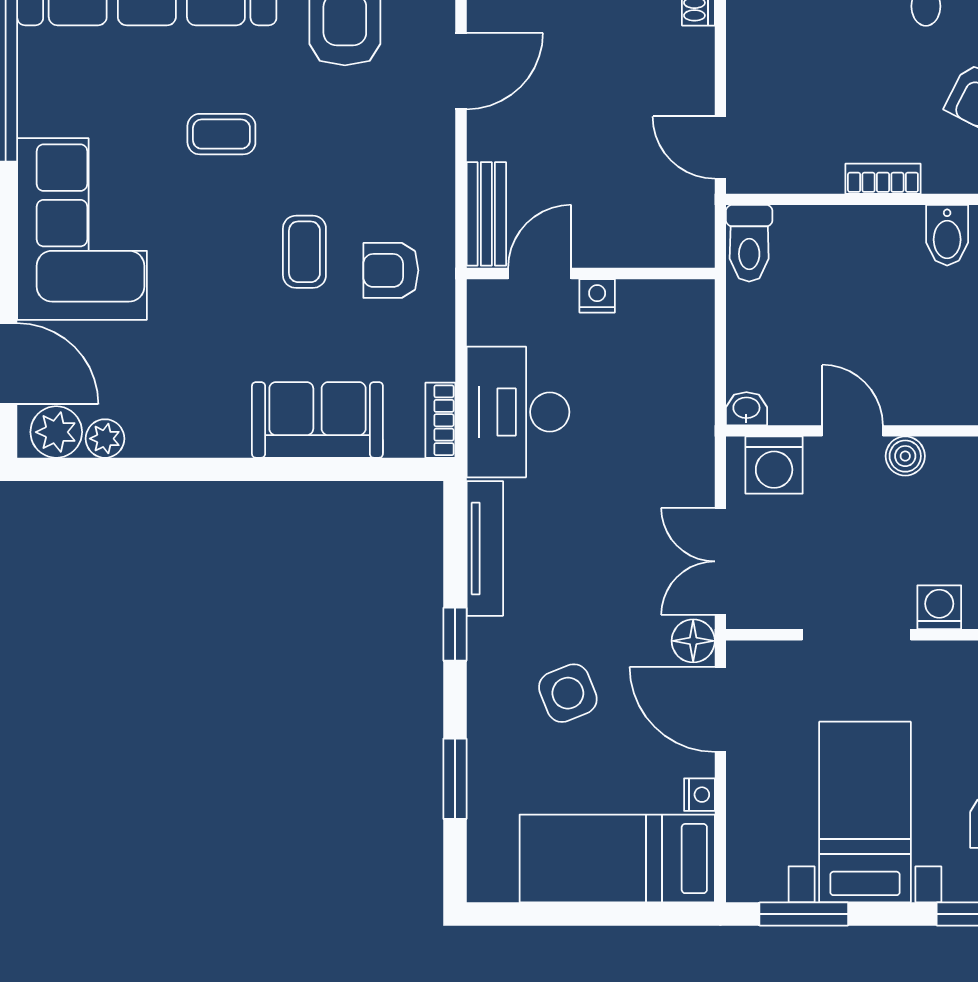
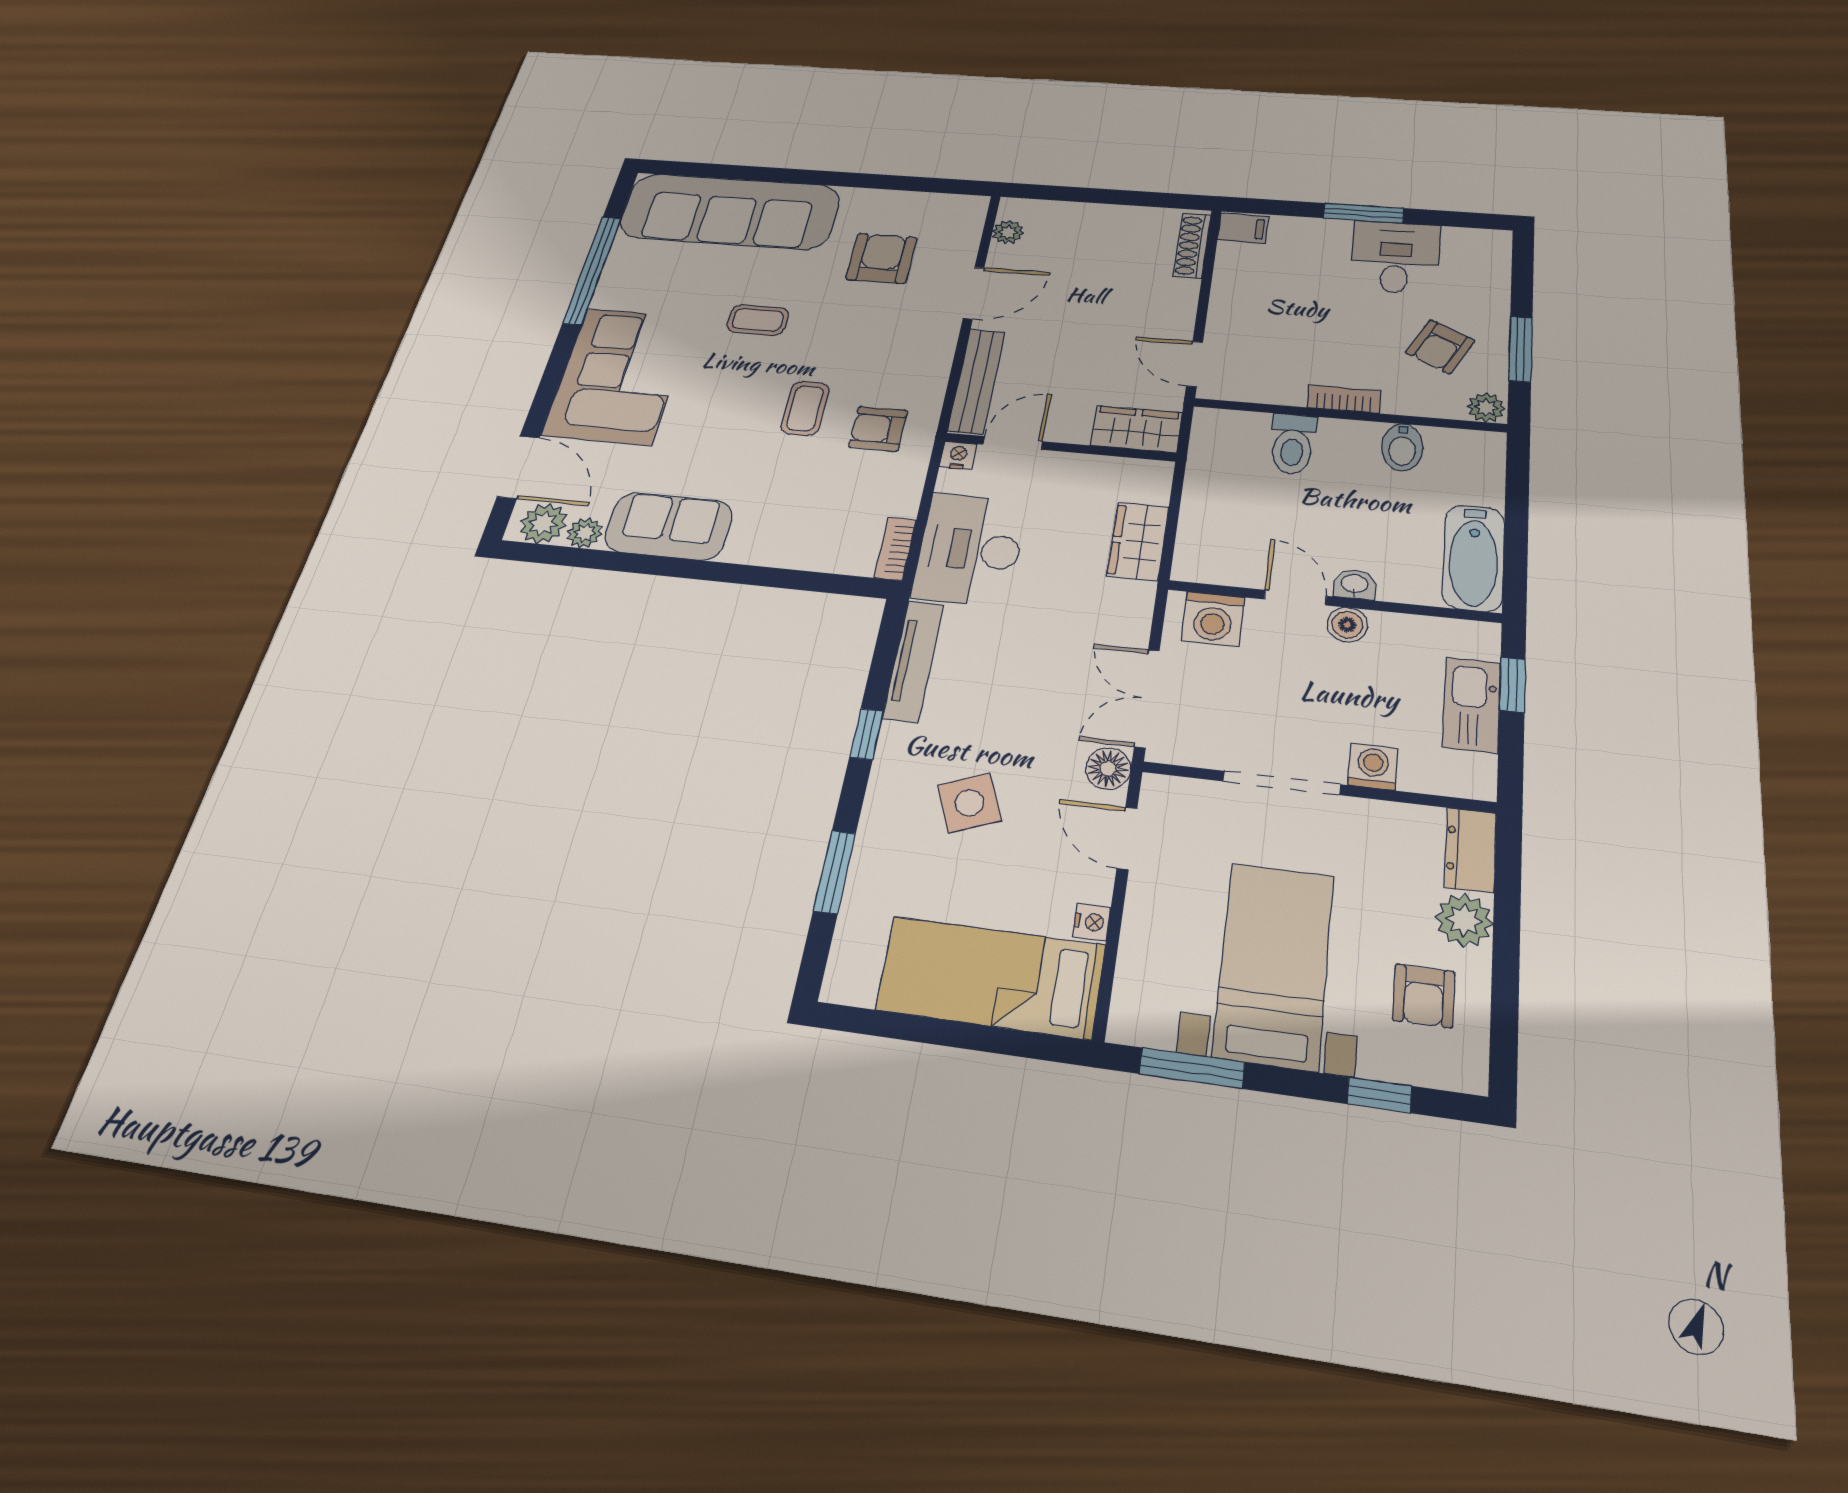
bench: (486, 214) -> (977, 381), width x1.36
wardrobe: (669, 241) -> (1137, 429), added
toilet: (749, 243) -> (1292, 444), moved
nightstand: (597, 296) -> (958, 455), moved
wardrobe: (689, 383) -> (1138, 541), added
washbasin: (746, 409) -> (1355, 584), moved
sofa: (317, 420) -> (669, 526), moved
door: (720, 709) -> (1127, 838), width x0.73

